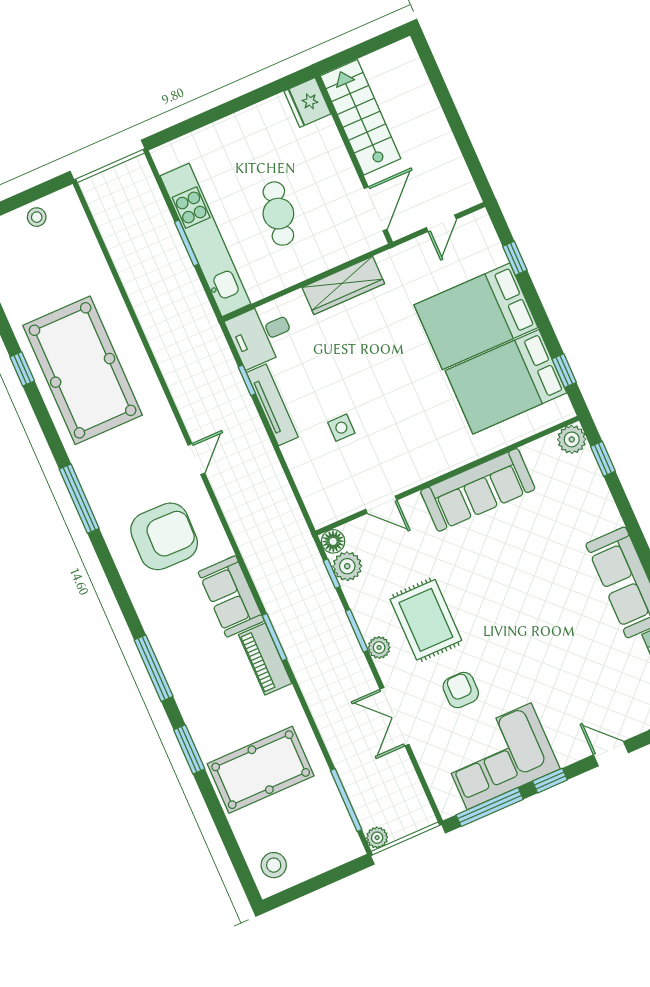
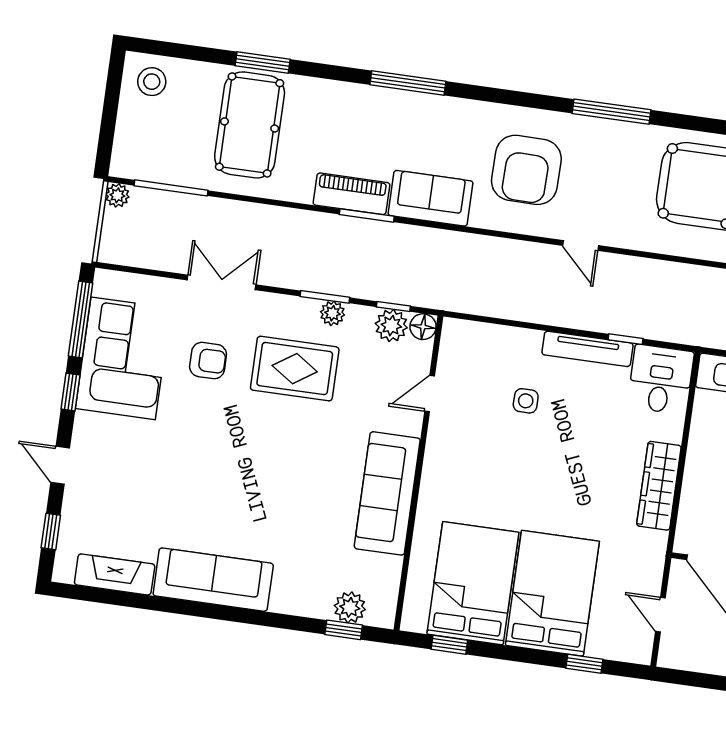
plant: (572, 439) -> (350, 607), moved
plant: (379, 648) -> (332, 313), moved
window: (189, 749) -> (263, 63), moved
door: (611, 754) -> (60, 465), swing flipped

